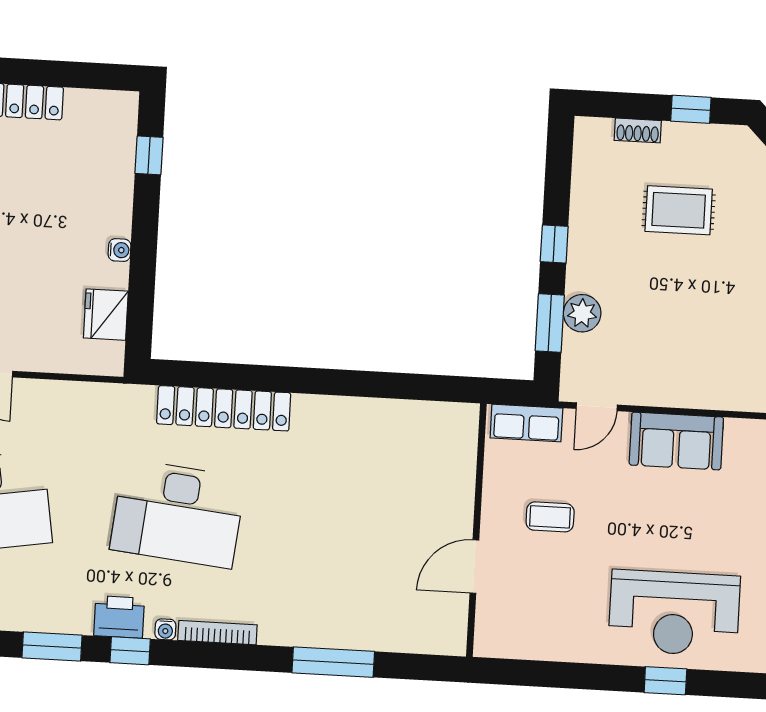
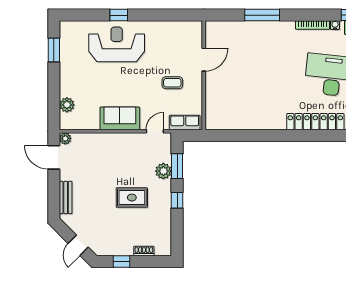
rug: (679, 210) -> (132, 198), moved

